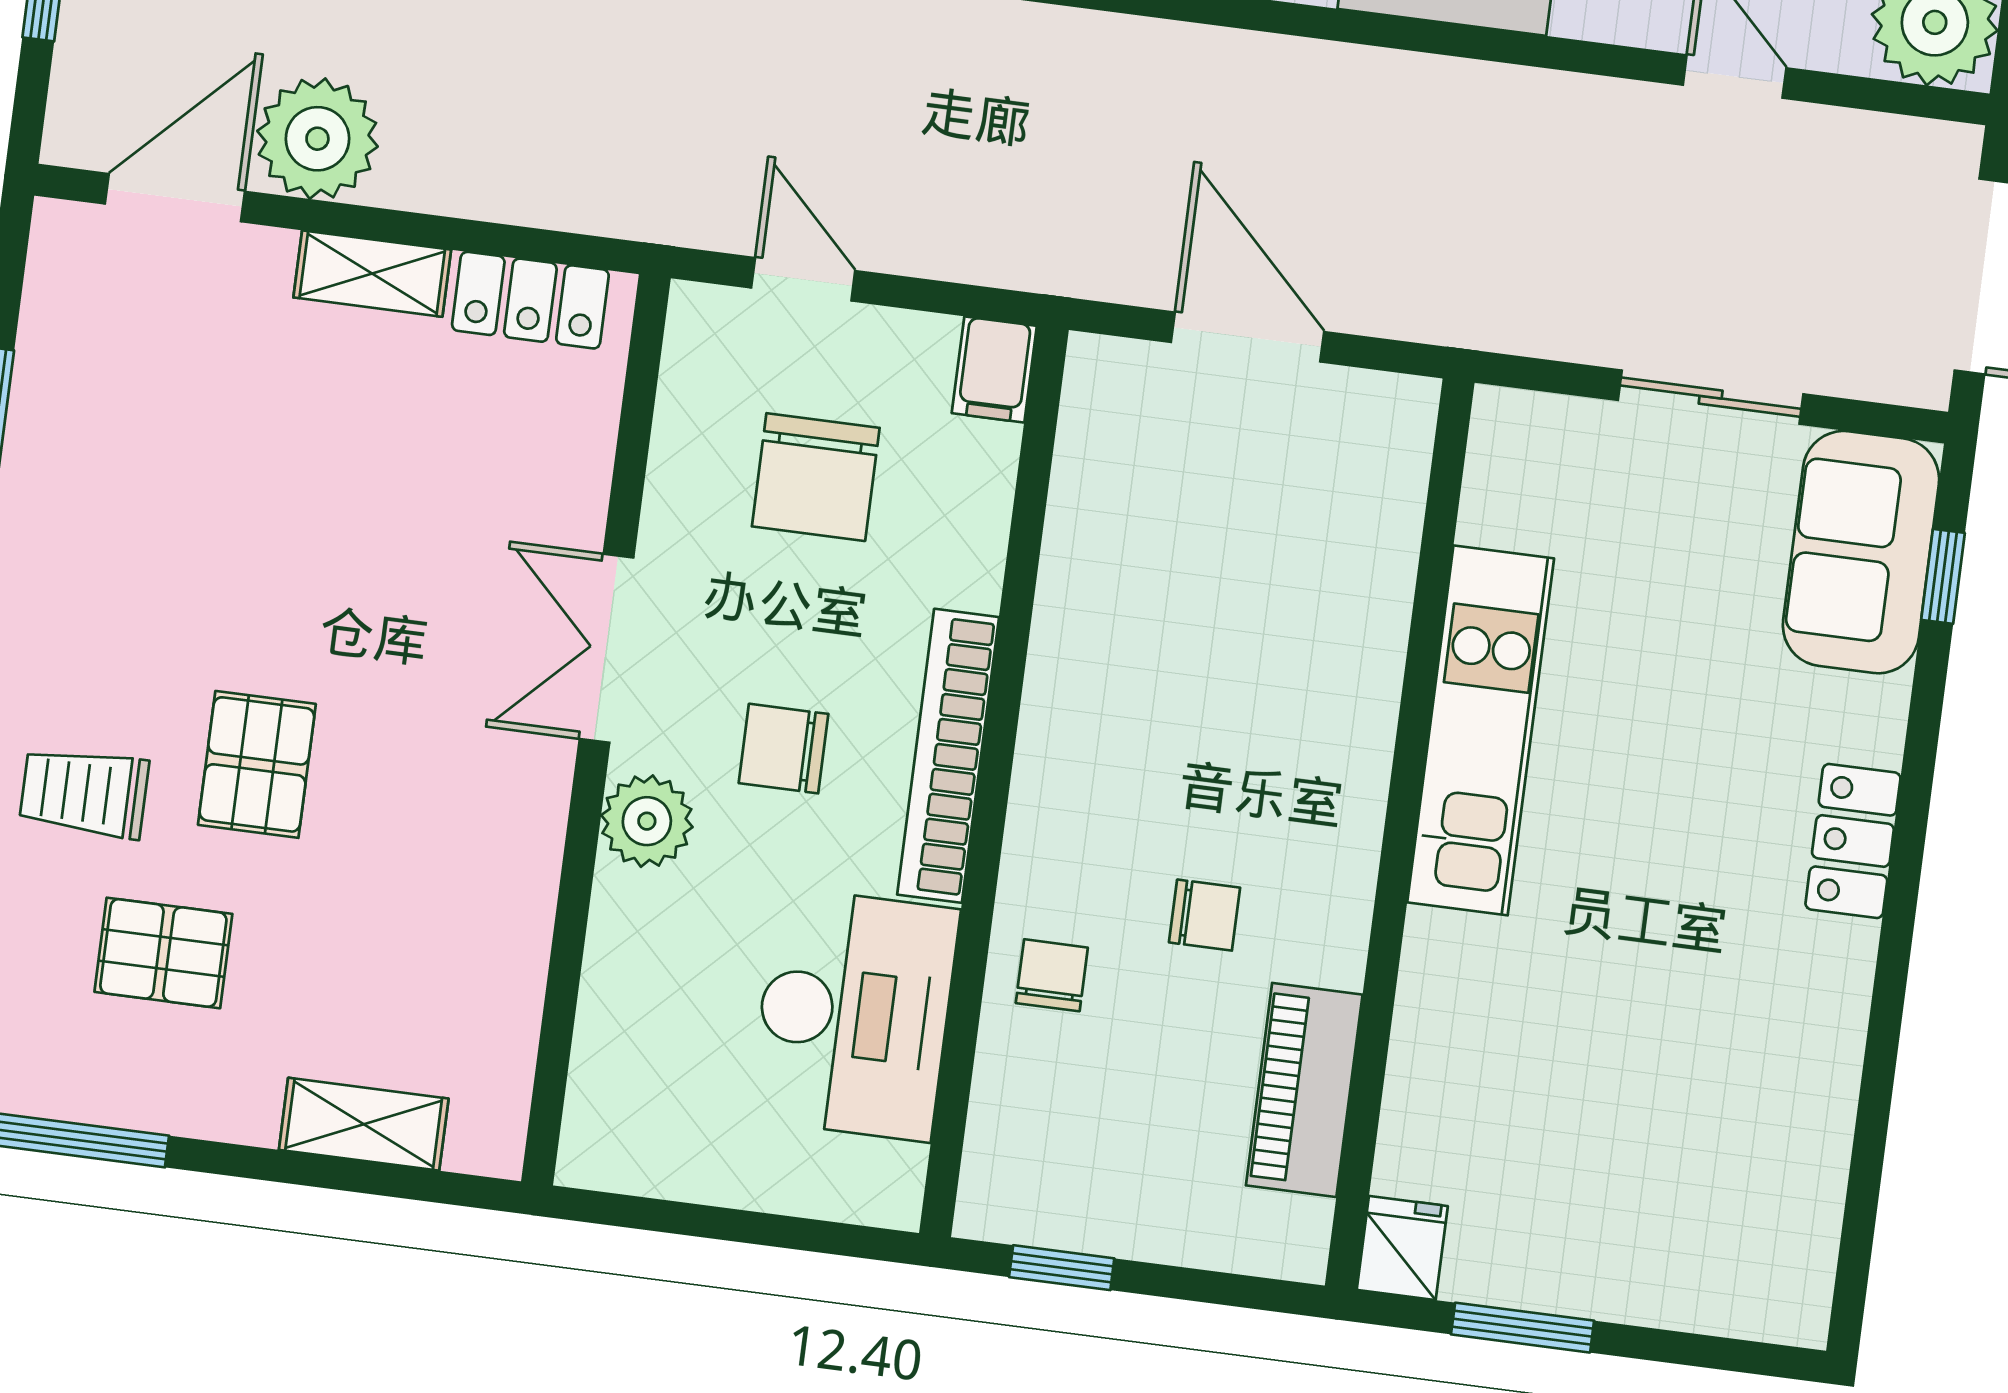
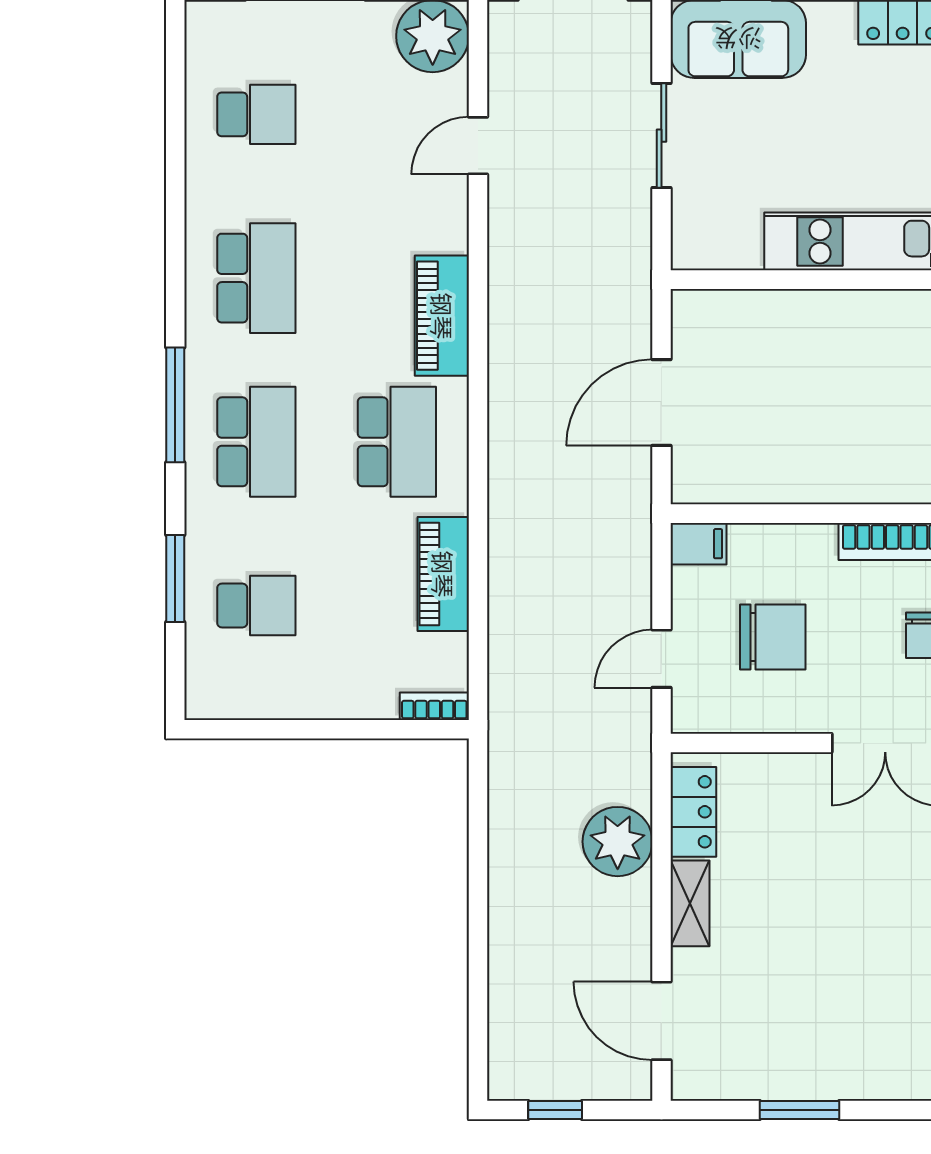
plant: (317, 139) -> (618, 842), moved

